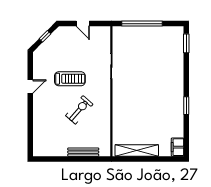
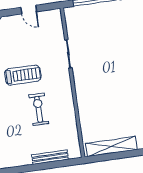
exercise bike: (79, 110) -> (39, 109), turned -41

